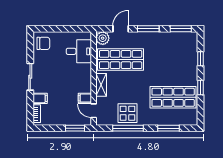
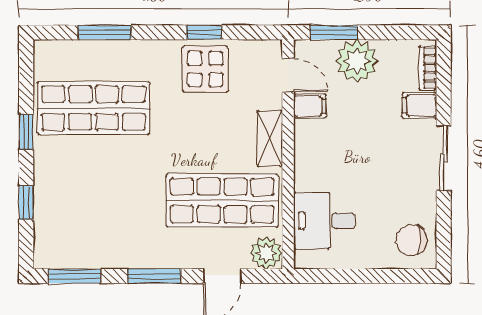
plant: (66, 117) -> (357, 61), added
window: (128, 128) -> (204, 32), width x0.46

